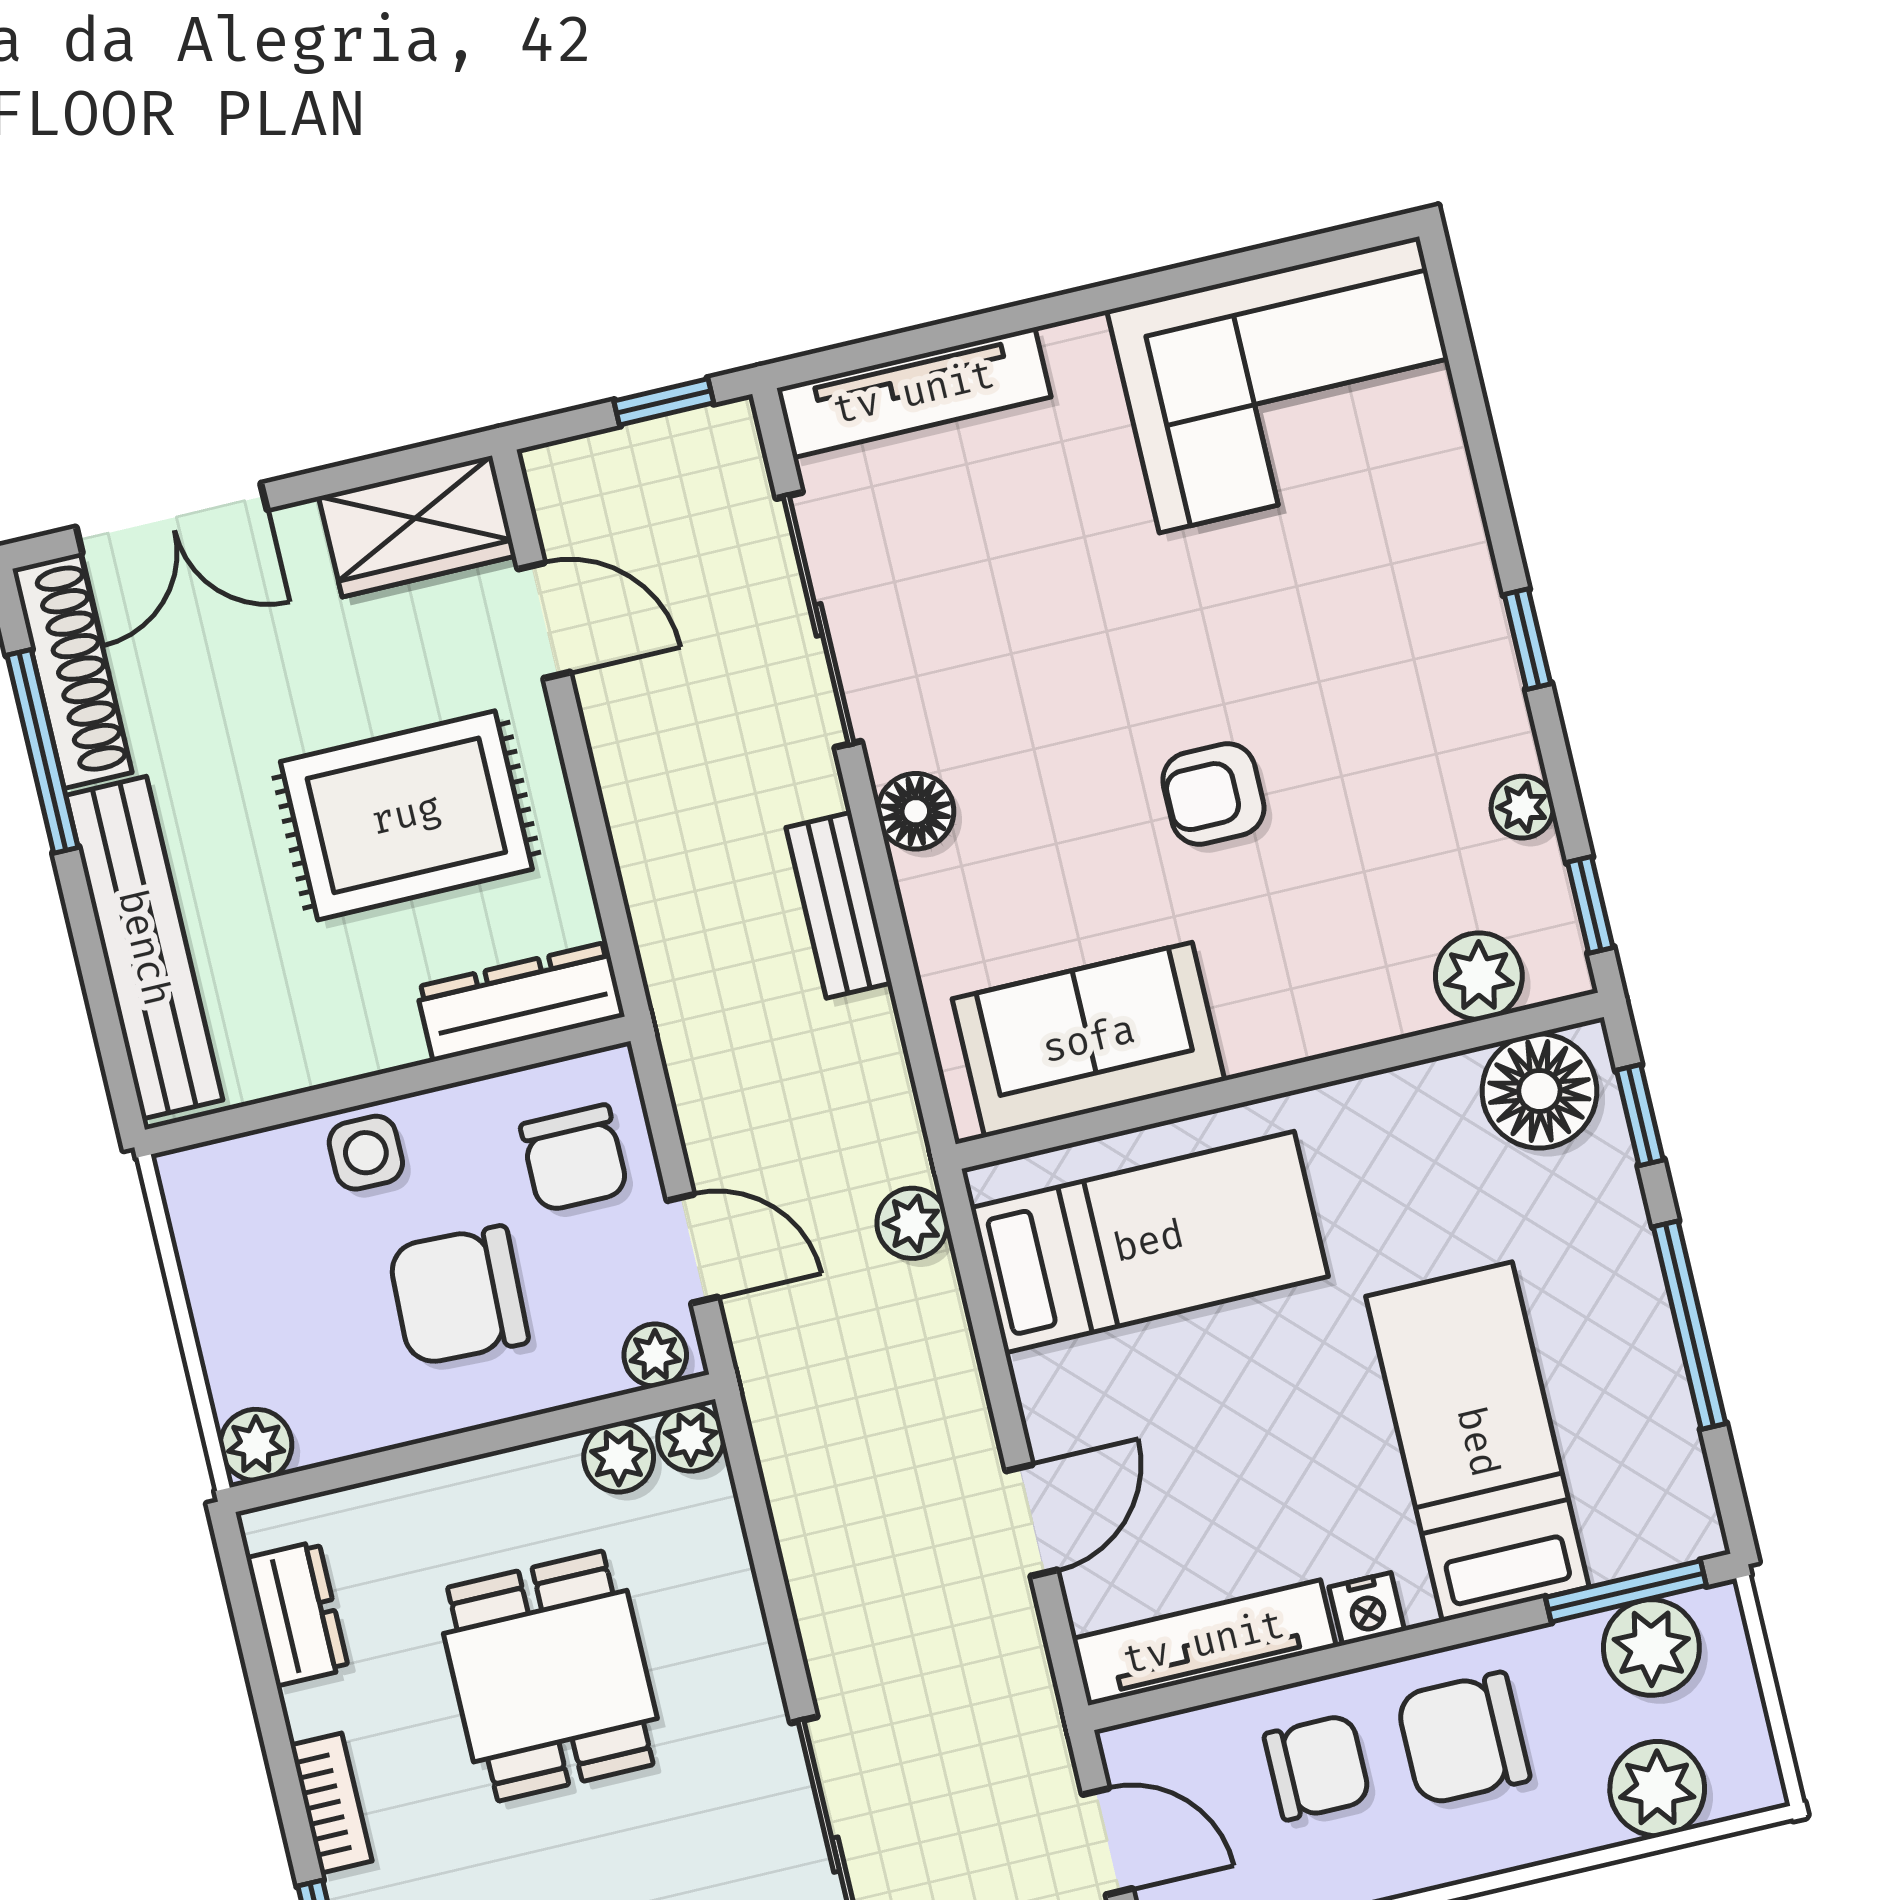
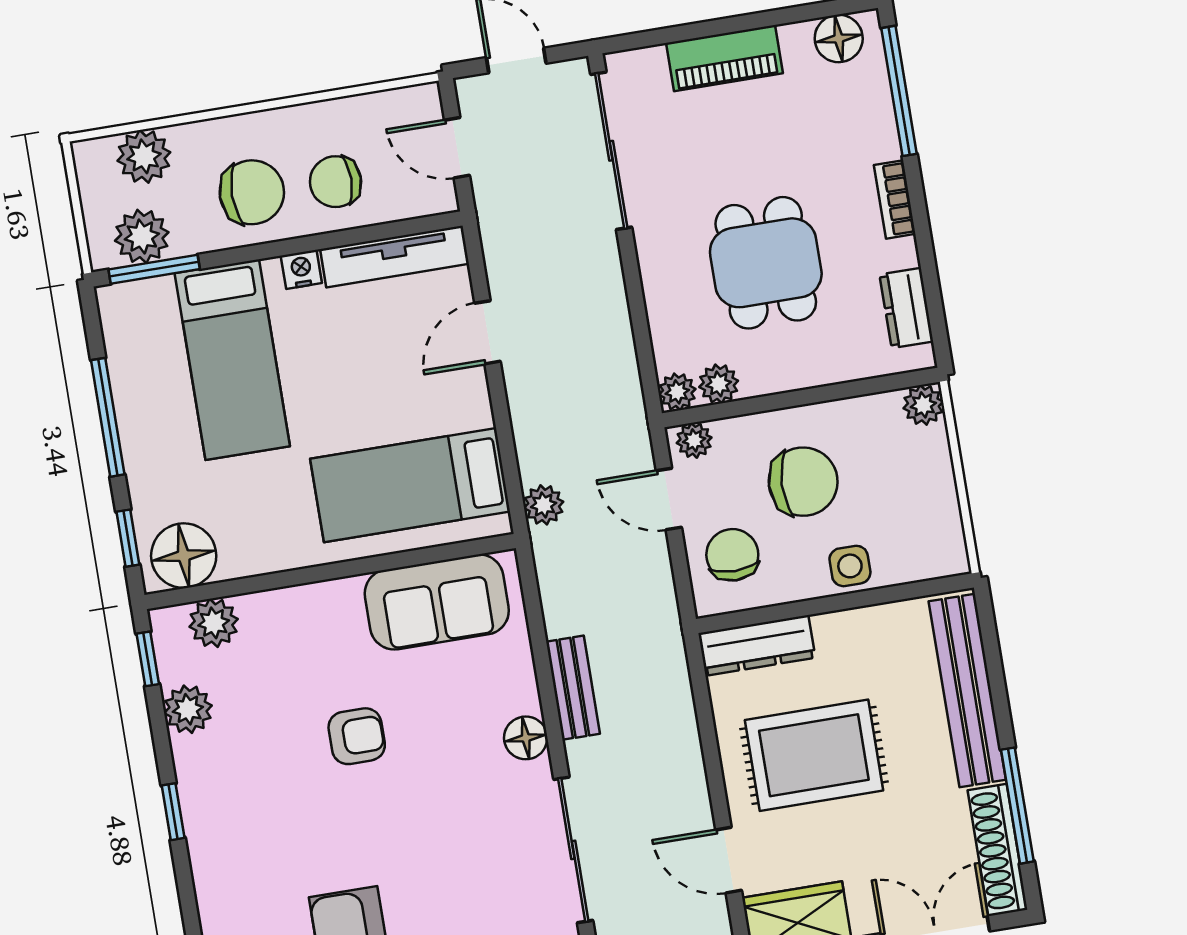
plant: (1522, 807) -> (188, 709), width x1.38, depth x1.38

